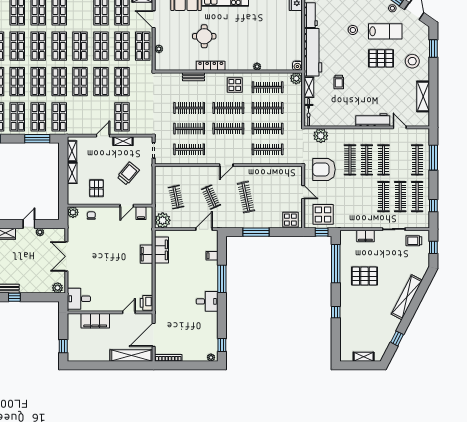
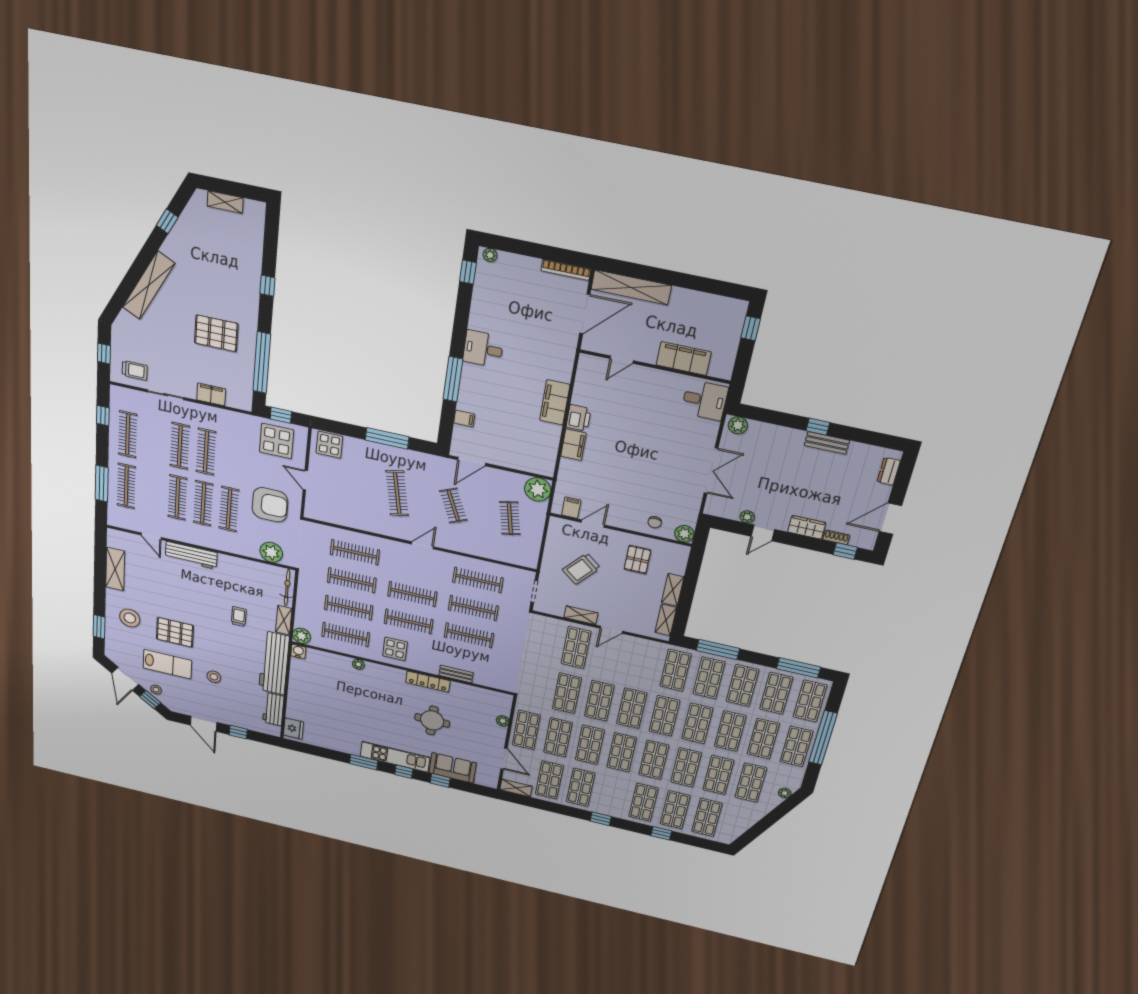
lab bench: (385, 31) -> (167, 664), turned 180
clothes rail: (400, 197) -> (206, 452), moved
filing cabinet: (162, 250) -> (555, 402), moved
printer: (147, 303) -> (579, 418), moved

